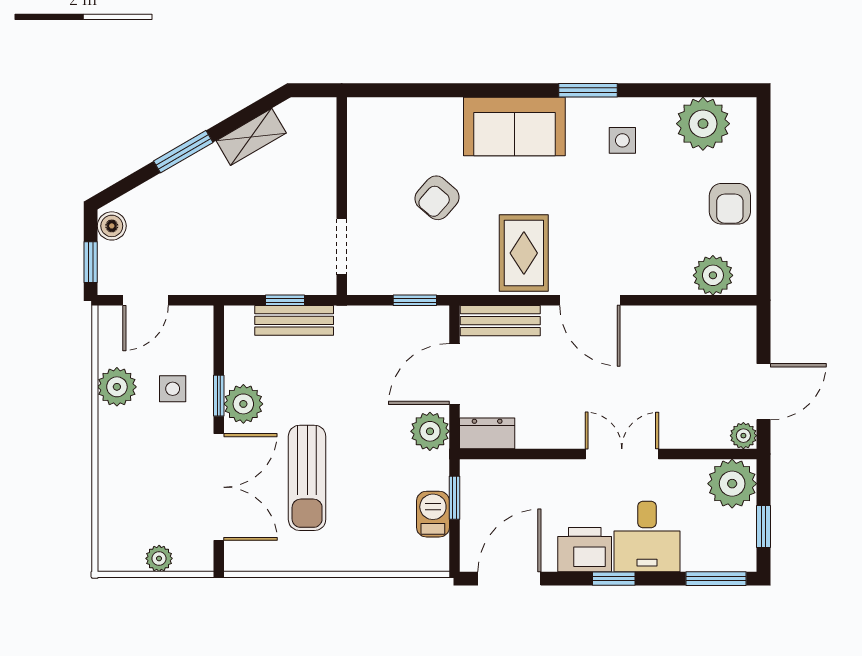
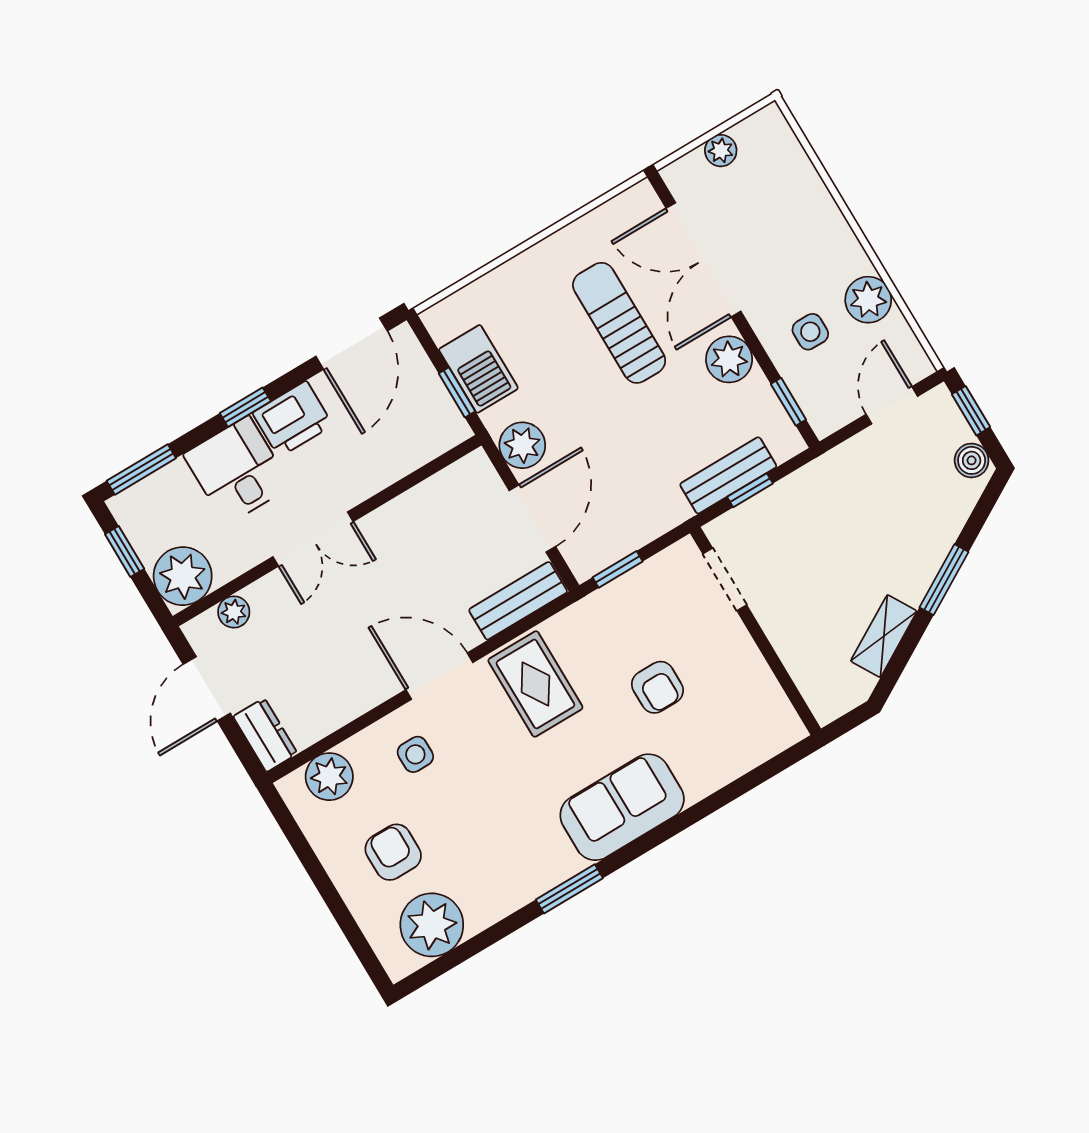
side table: (622, 140) -> (415, 754), moved
armchair: (437, 198) -> (657, 687), turned 139
armchair: (730, 204) -> (393, 852), moved
window: (219, 396) -> (788, 402), moved
dresser: (487, 433) -> (265, 735), moved, turned -90
plant: (743, 436) -> (234, 612), moved
barbecue: (433, 514) -> (478, 369), width x1.38, depth x1.27

